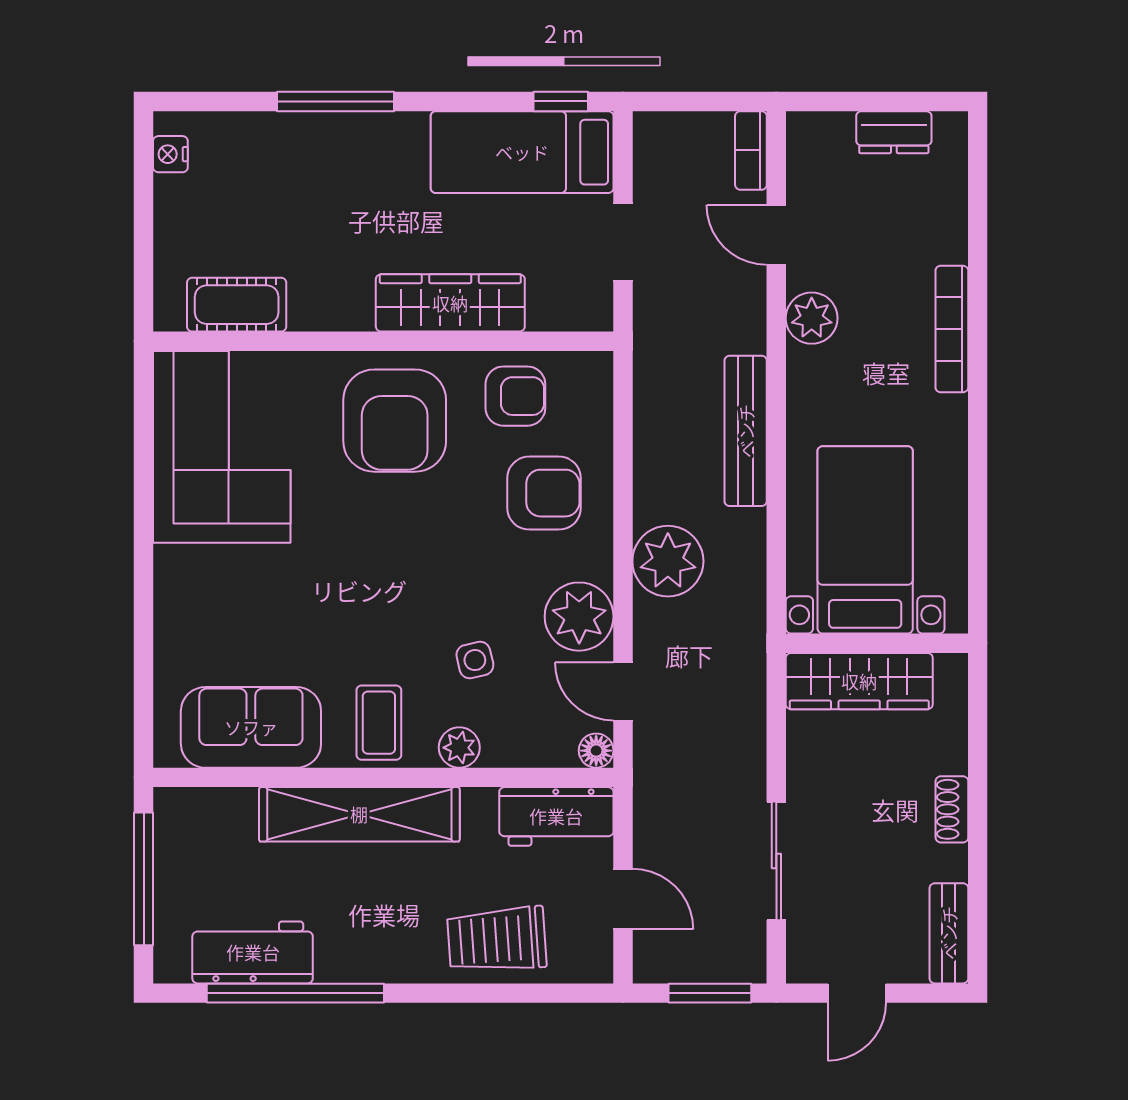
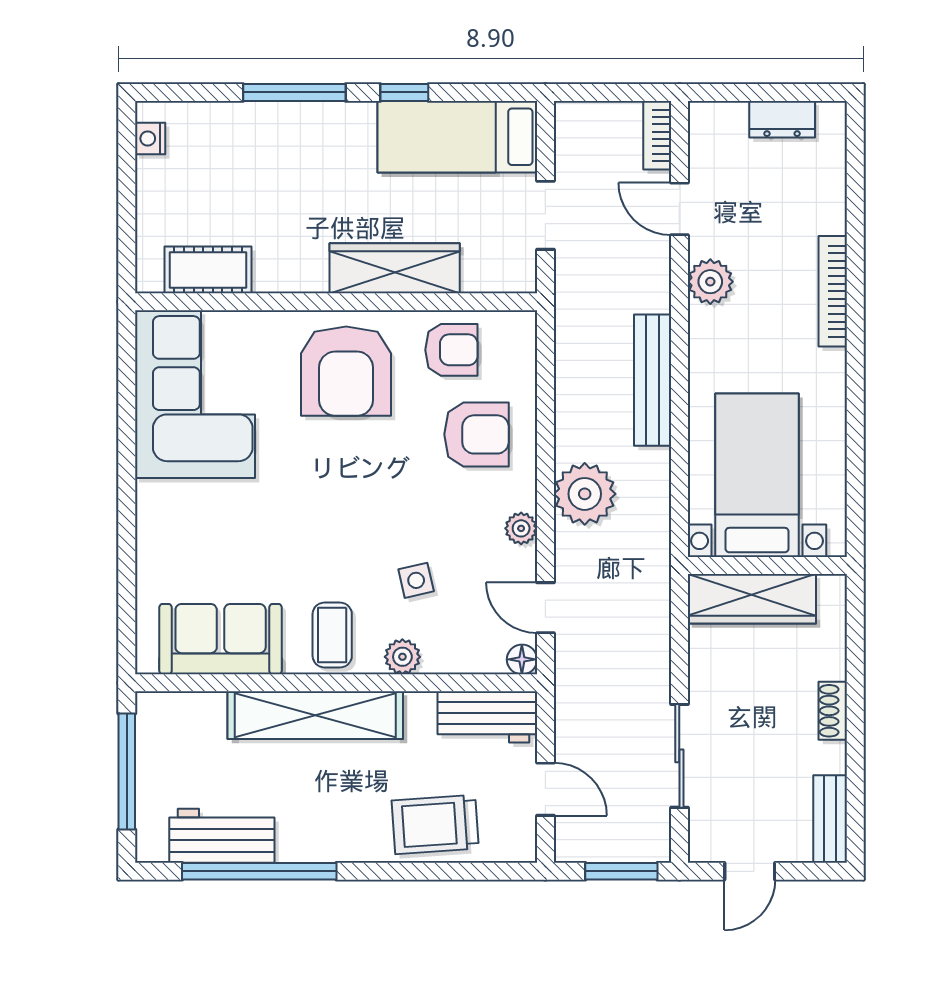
window: (561, 101) -> (404, 92), moved
plant: (579, 617) -> (521, 528), width x0.53, depth x0.53

